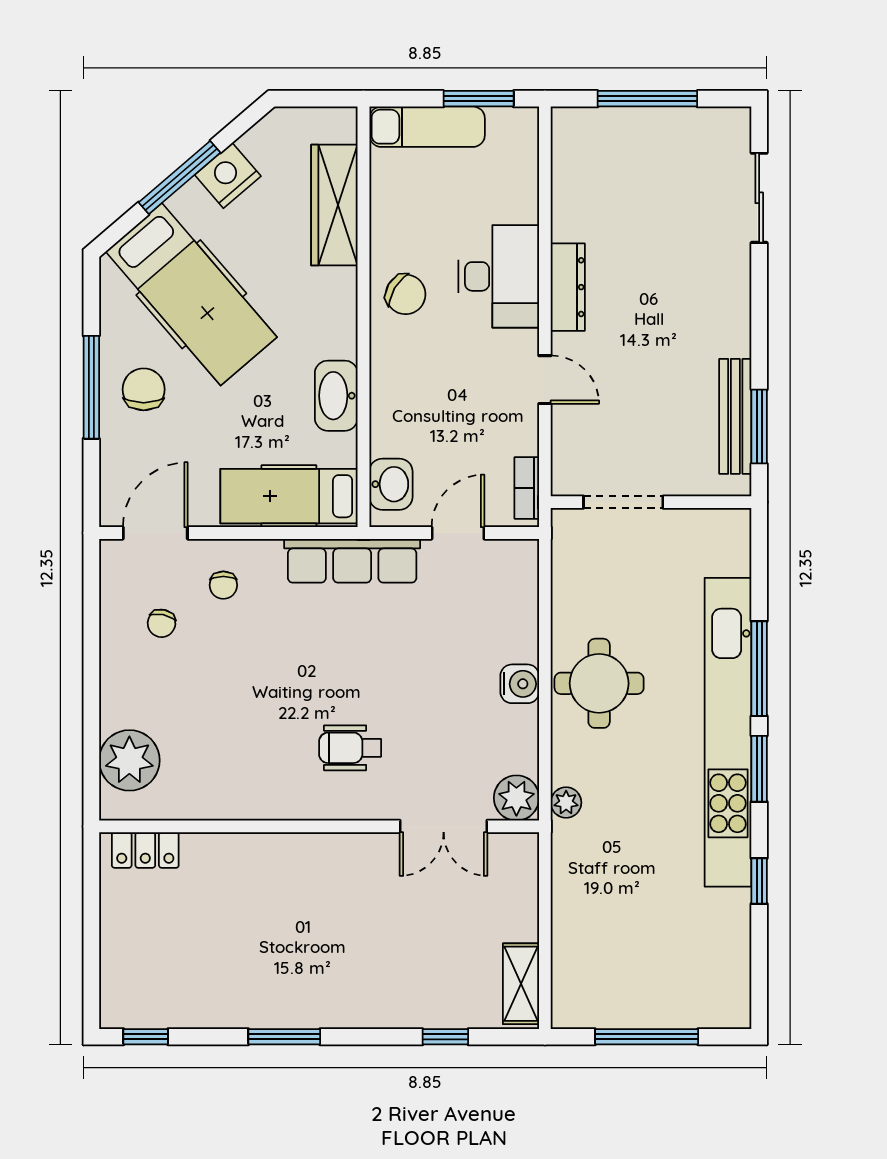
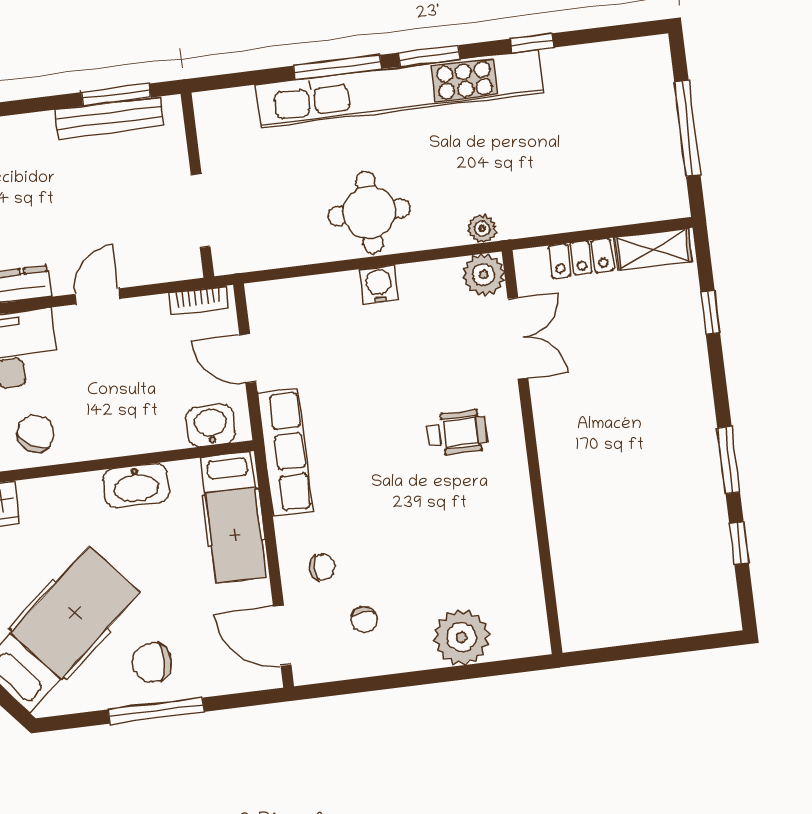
chair: (162, 623) -> (364, 619), turned 78
wheelchair: (350, 748) -> (457, 433), turned -90
plant: (129, 760) -> (461, 637), moved
locker: (145, 850) -> (581, 258), moved, turned 90
window: (146, 1037) -> (739, 543), moved

